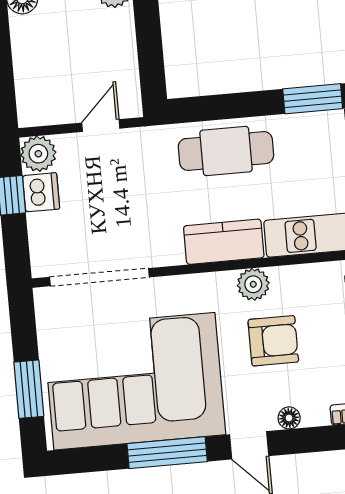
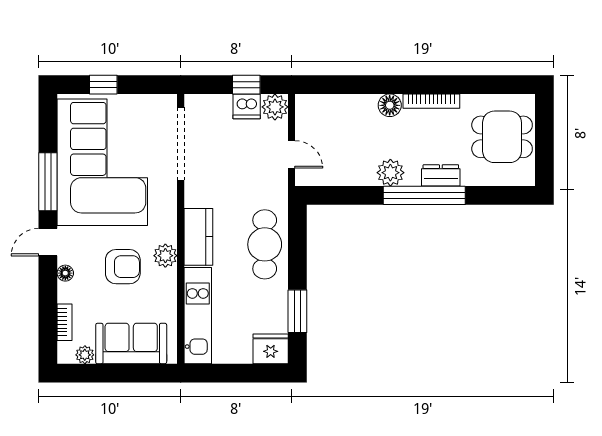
armchair: (273, 341) -> (123, 267), turned -90
window: (29, 389) -> (103, 85), width x0.67

